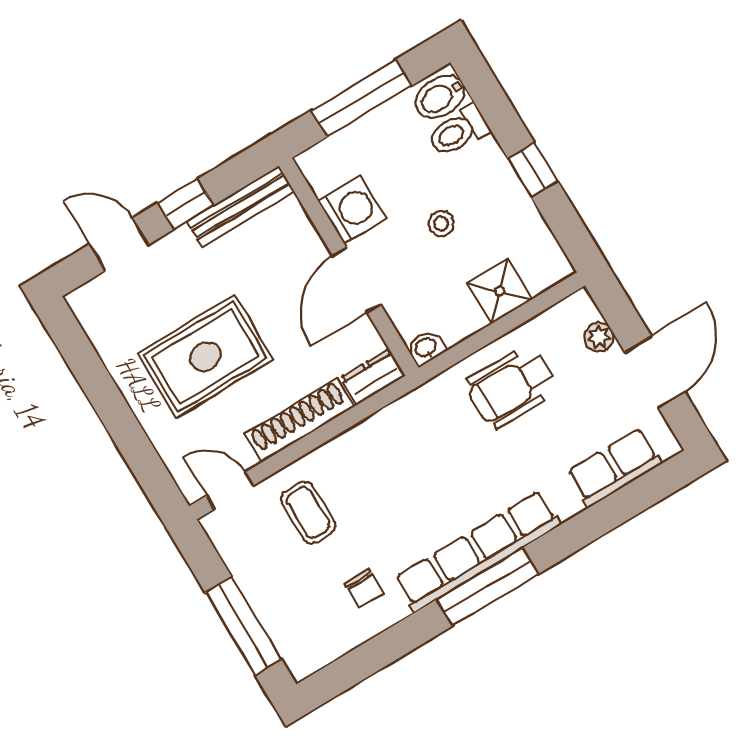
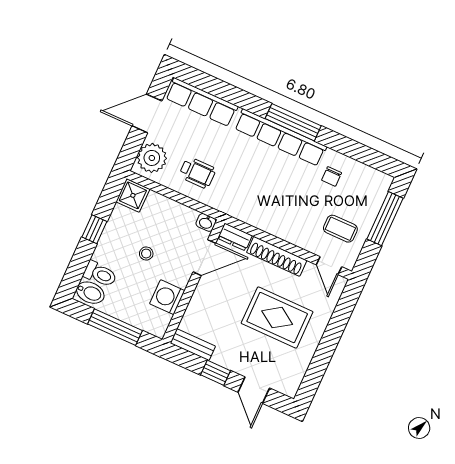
bench: (240, 206) -> (193, 345), width x0.73
door: (357, 280) -> (204, 258), moved
shower: (500, 291) -> (133, 195), moved
plant: (599, 337) -> (152, 158), width x1.88, depth x1.88
wheelchair: (511, 387) -> (197, 173), width x0.73, depth x0.73
row of seats: (615, 468) -> (202, 102), width x1.48
coffee table: (308, 513) -> (340, 229), moved, turned 90
chair: (364, 588) -> (332, 176), turned 180

